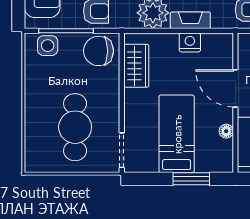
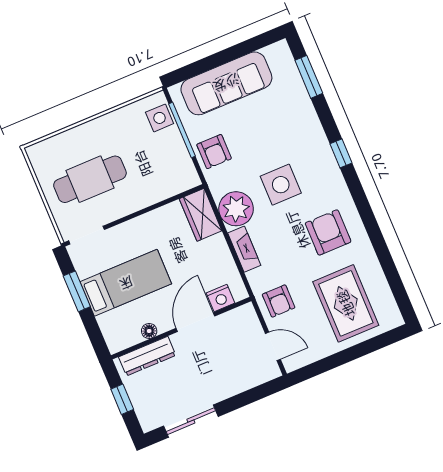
nightstand: (190, 42) -> (221, 298), moved, turned 90
chair: (99, 51) -> (175, 171), removed
wardrobe: (136, 66) -> (201, 215), moved, turned 90
window: (191, 179) -> (77, 291), moved

